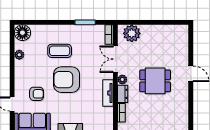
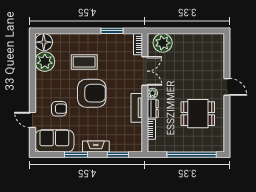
plant: (19, 55) -> (45, 62), width x1.87, depth x1.87
double door: (115, 59) -> (145, 71), swing flipped
armchair: (67, 80) -> (92, 93), turned 180
dining table: (155, 81) -> (198, 114), moved

